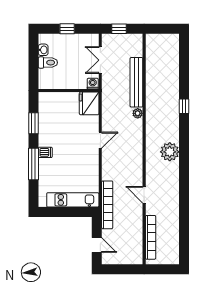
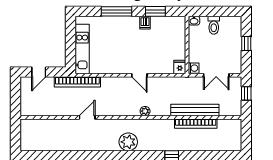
washbasin: (43, 50) -> (194, 21), moved
double door: (100, 60) -> (216, 75), swing flipped
fridge: (89, 103) -> (180, 67), width x0.53, depth x0.75
plant: (138, 113) -> (145, 111), moved
dishwasher: (45, 152) -> (145, 23), moved
bookcase: (151, 237) -> (196, 124), moved

